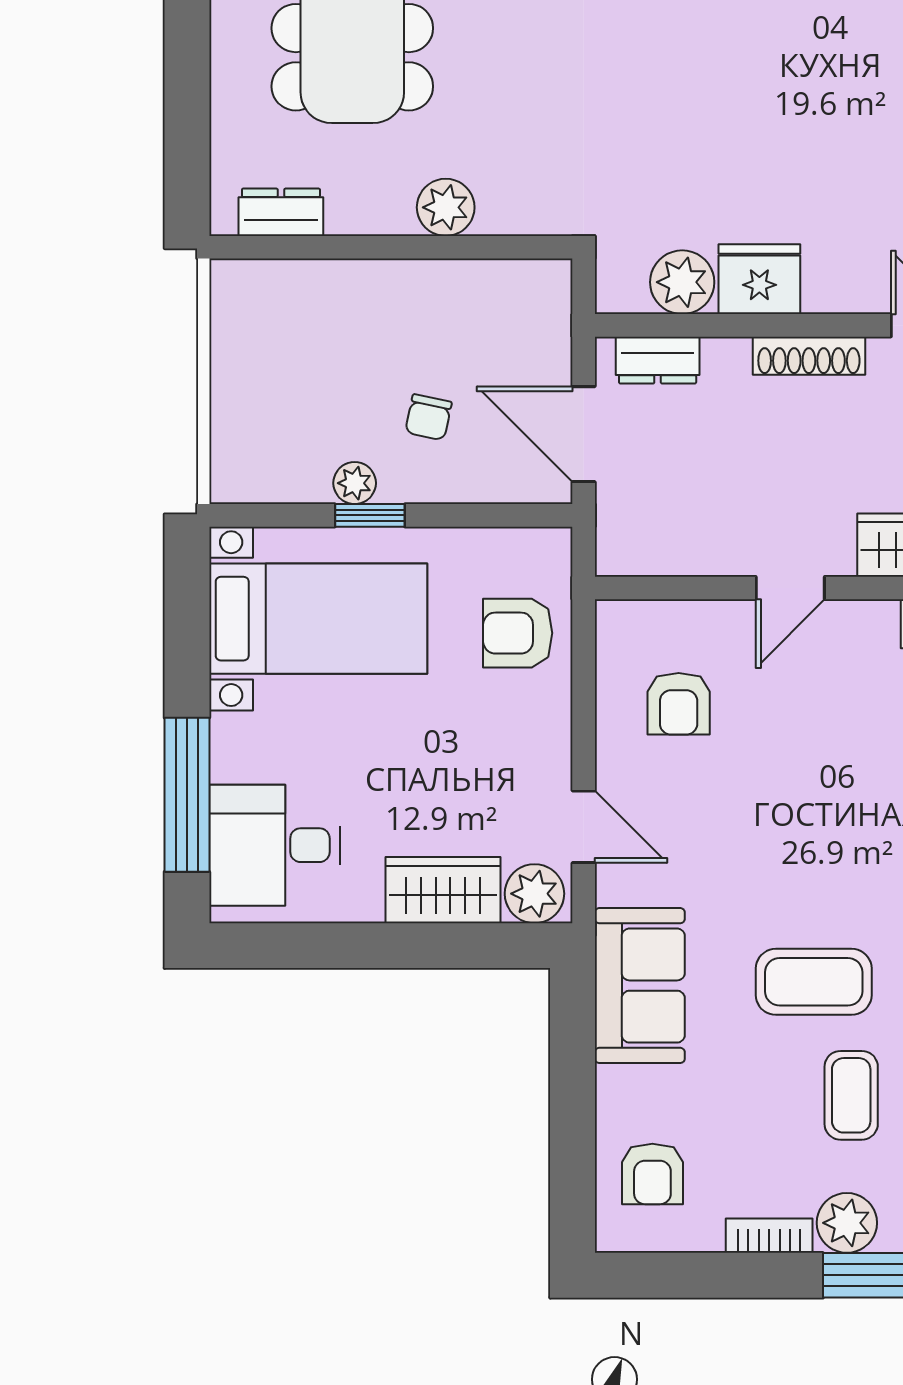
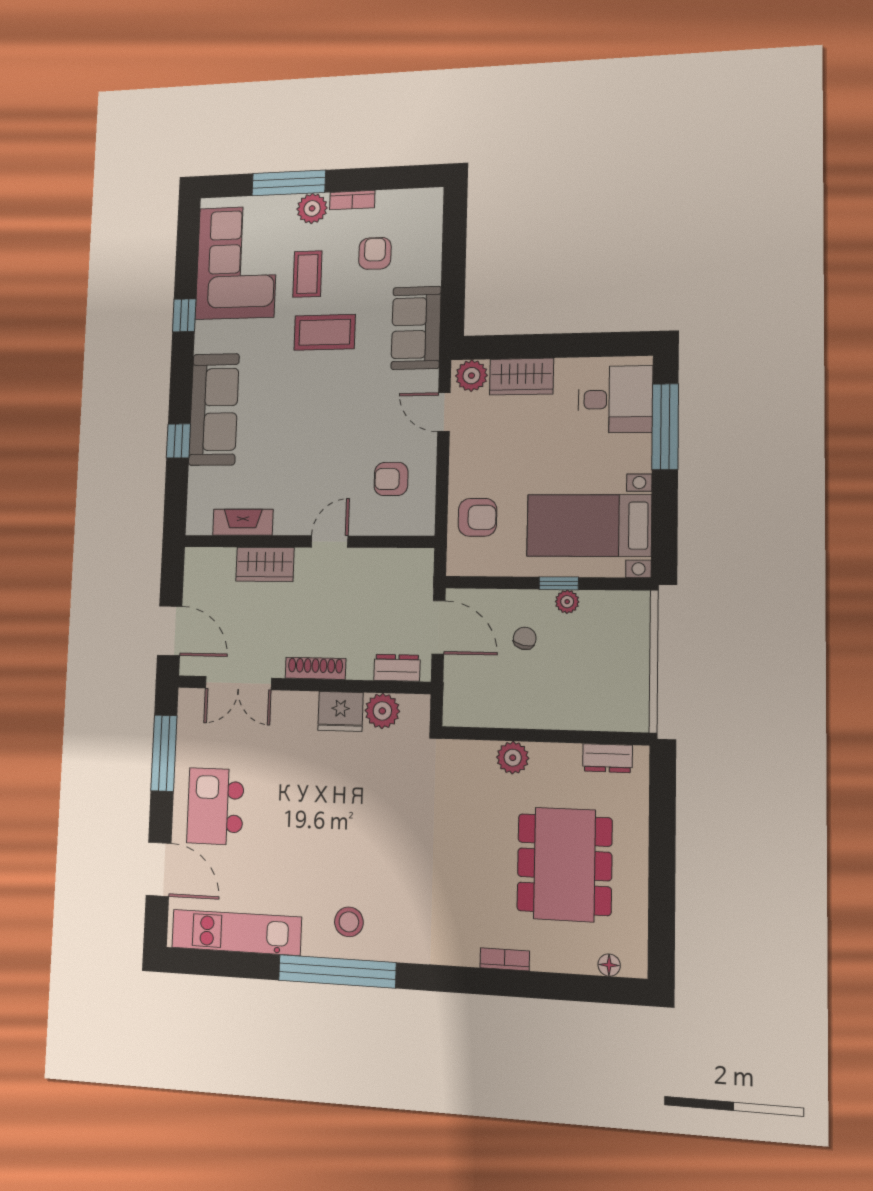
armchair: (679, 704) -> (391, 479), turned -90
armchair: (652, 1174) -> (375, 253), moved

